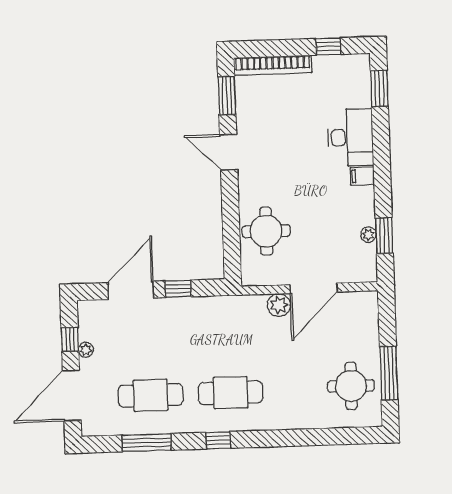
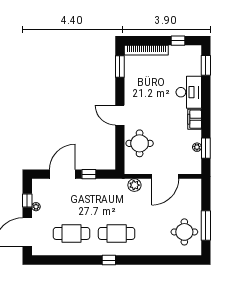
door: (229, 152) -> (120, 115), moved
filing cabinet: (362, 176) -> (195, 119), width x2.00
plant: (279, 305) -> (134, 185), moved
window: (147, 443) -> (68, 260), removed

